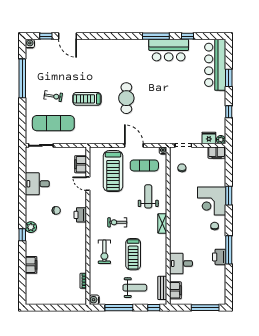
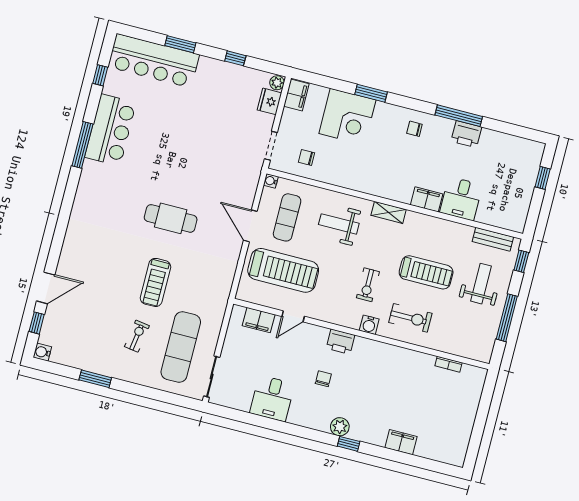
window: (187, 36) -> (100, 75), moved
window: (22, 78) -> (95, 379), width x0.47
door: (134, 145) -> (250, 226), hinge flipped
corner desk: (212, 201) -> (347, 117), moved
filing cabinet: (175, 290) -> (427, 199), moved
water cooler: (94, 300) -> (369, 325), moved
window: (205, 308) -> (543, 178), width x0.46

